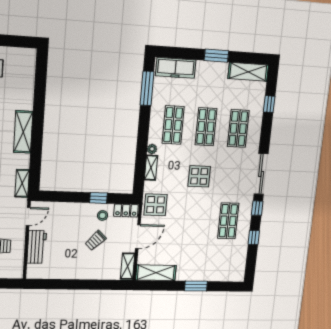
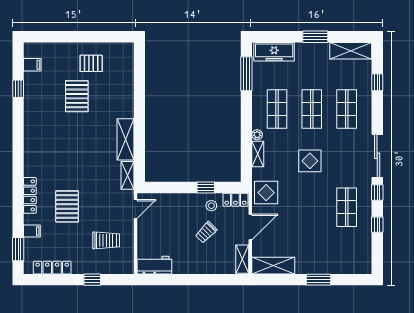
shelving: (23, 132) -> (126, 139), moved
workbench: (37, 247) -> (154, 265), moved, turned -90

